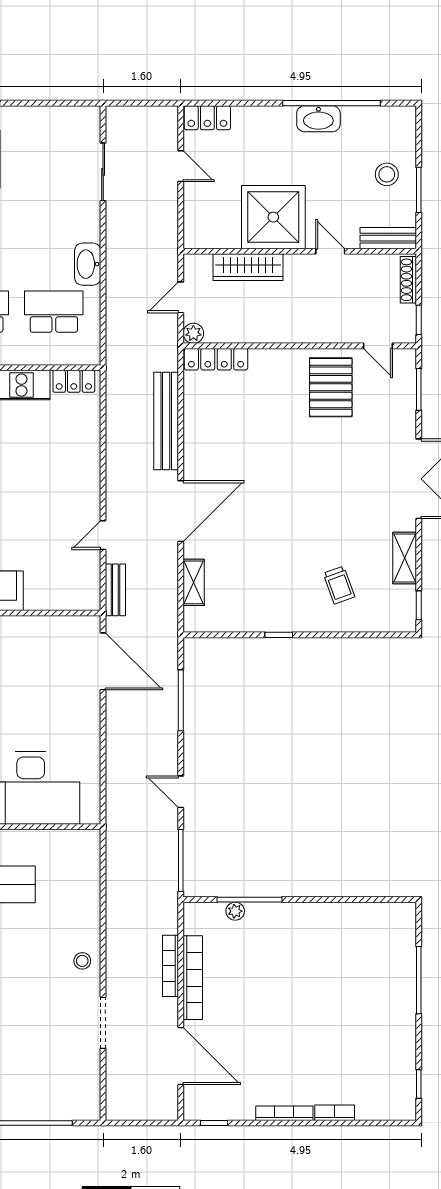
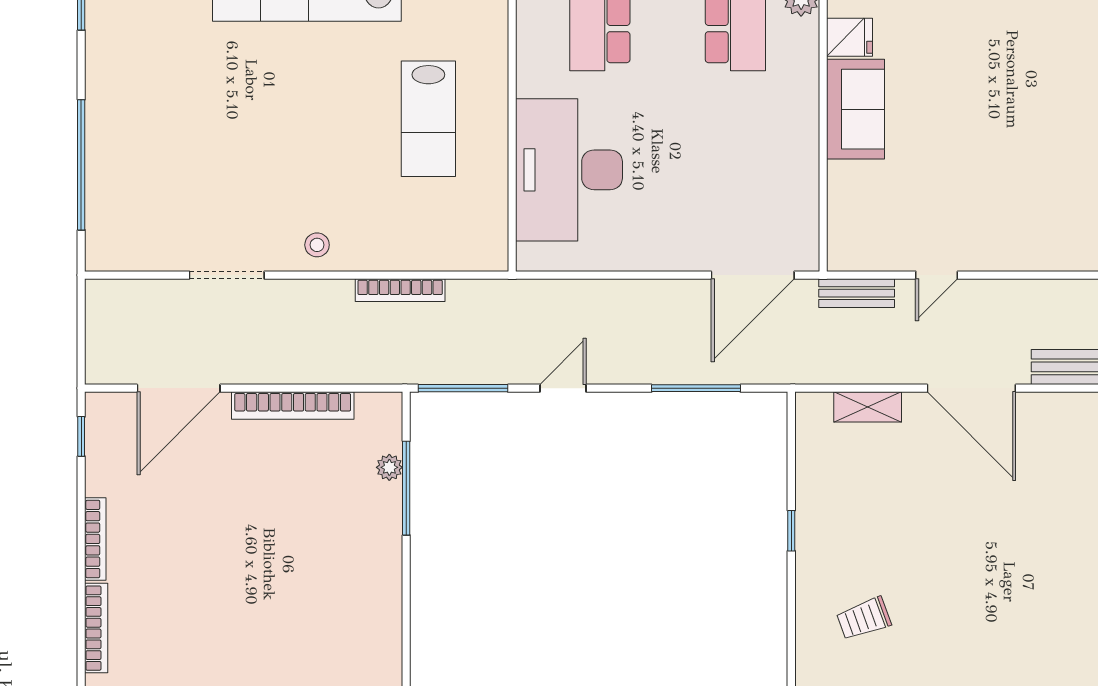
door: (103, 535) -> (937, 275), swing flipped
bookcase: (170, 966) -> (400, 290), moved, turned 180
bookcase: (335, 1113) -> (96, 628), width x1.56

